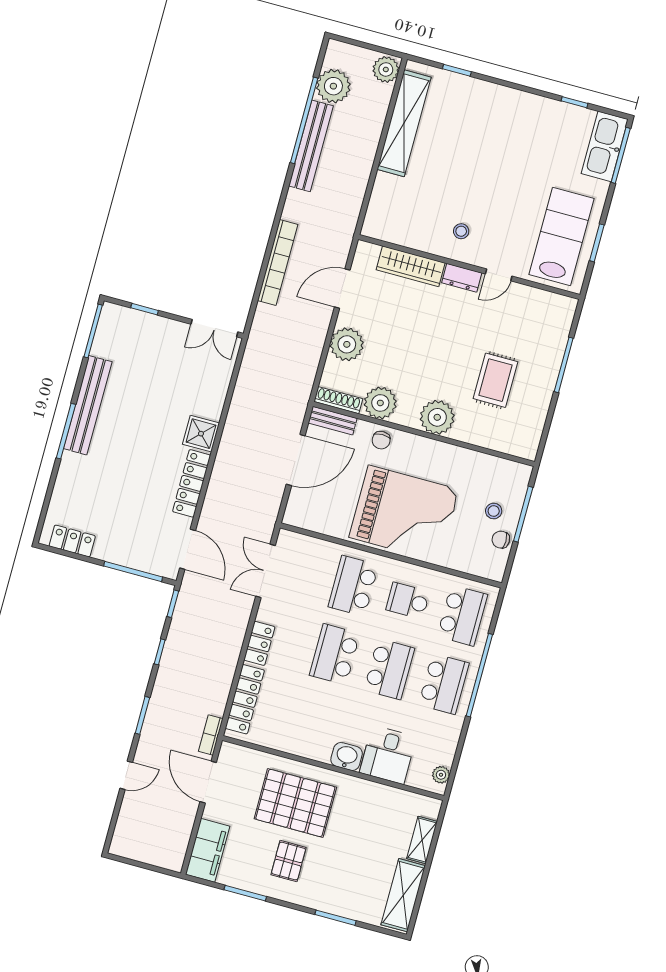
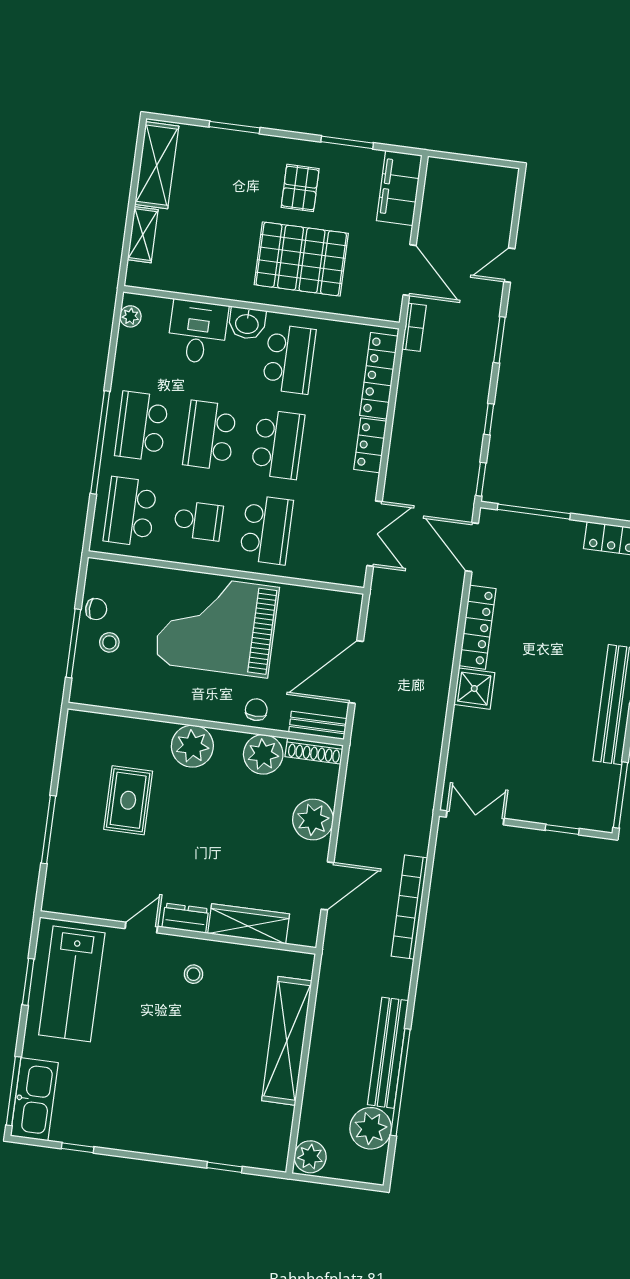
shelving: (404, 123) -> (287, 1041), moved
school desk: (316, 723) -> (289, 359), added

